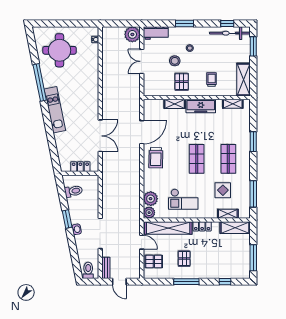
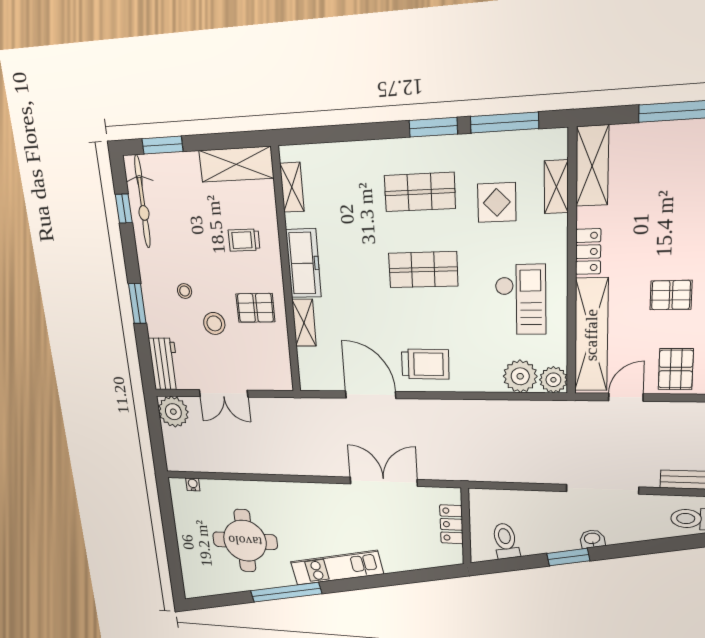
round table: (60, 50) -> (245, 541), moved
window: (253, 142) -> (433, 127), moved

